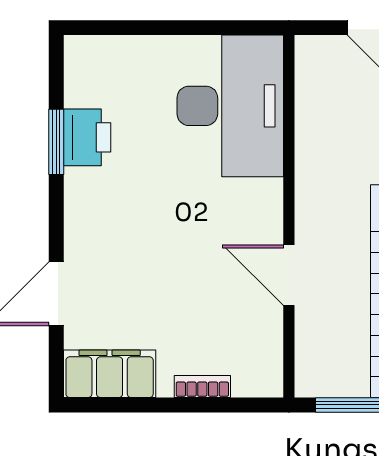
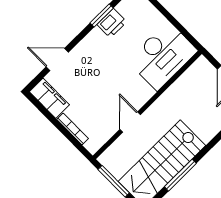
bookcase: (202, 386) -> (73, 129), width x1.56

